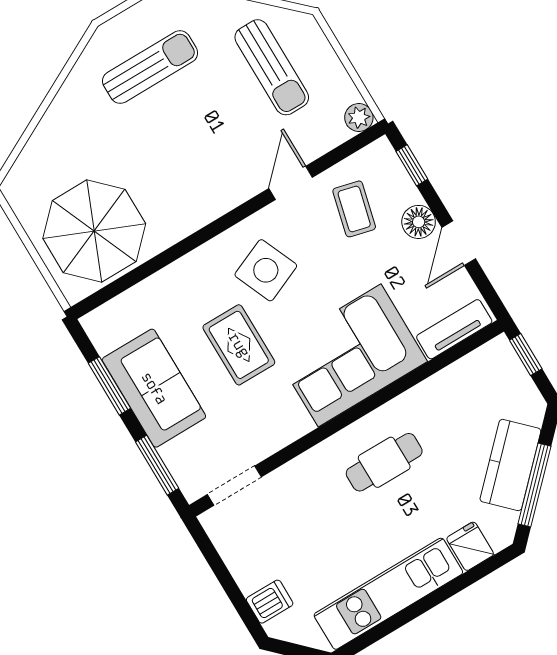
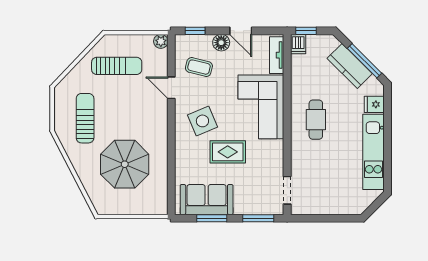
parasol: (94, 231) -> (125, 164), moved
sofa: (154, 388) -> (207, 200), moved
dishwasher: (270, 602) -> (298, 44), moved, turned 180

